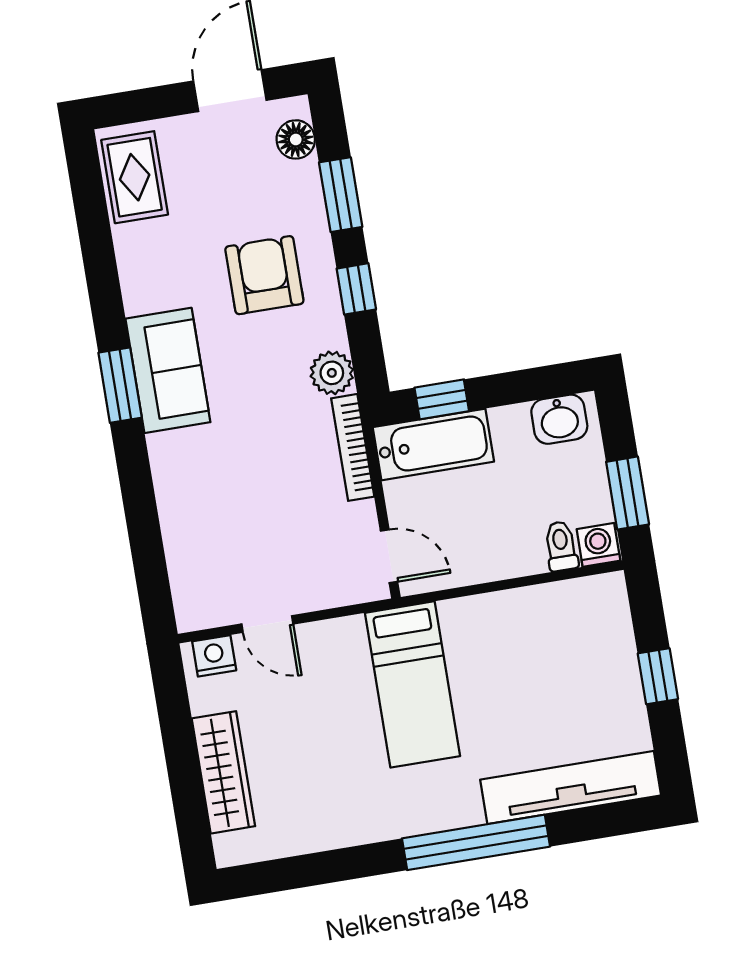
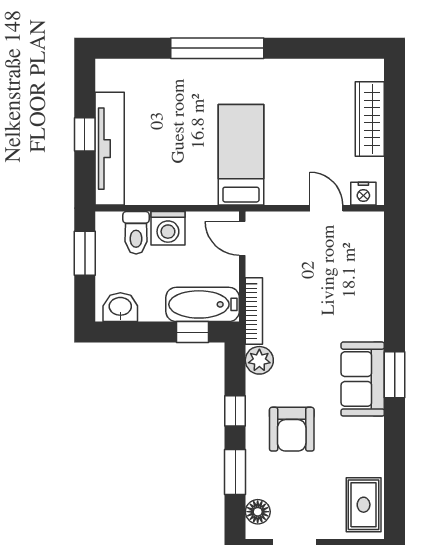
washing machine: (598, 545) -> (168, 228), moved, width x1.38, depth x1.38
toilet: (561, 546) -> (136, 233), width x1.37, depth x1.39
tv unit: (571, 788) -> (110, 149), moved, turned -90

